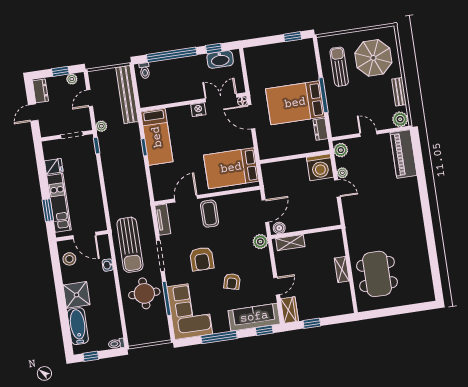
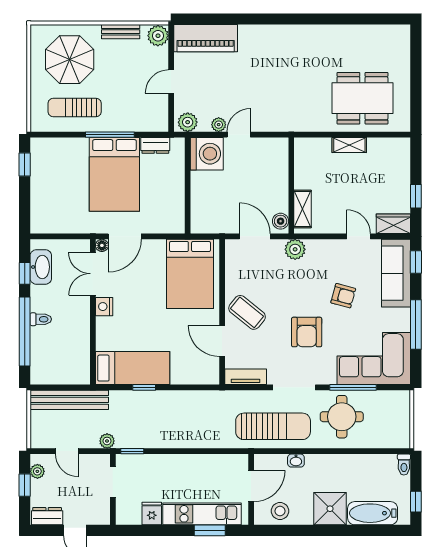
toilet: (145, 71) -> (41, 319), moved
coffee table: (210, 214) -> (247, 312), turned 39
armchair: (202, 259) -> (307, 332), turned 90

